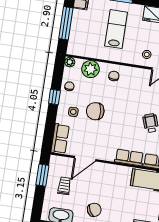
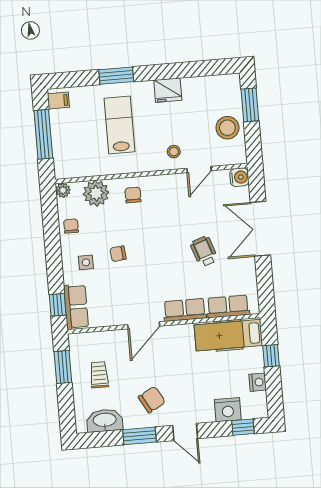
window: (54, 97) -> (58, 305), moved
chair: (95, 111) -> (118, 254), width x0.54, depth x0.54
door: (85, 159) -> (144, 325), moved

